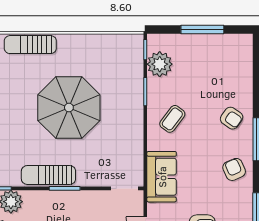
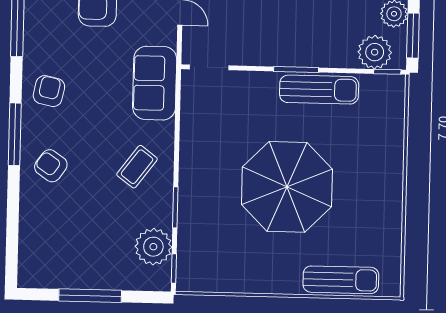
armchair: (234, 169) -> (49, 91), turned -144

